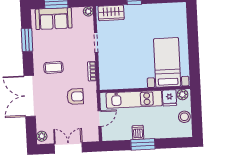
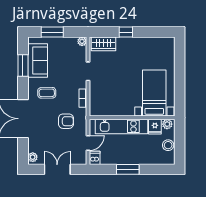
sofa: (54, 19) -> (38, 61), moved, turned -90
dishwasher: (138, 132) -> (95, 158), moved

